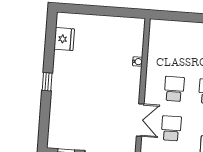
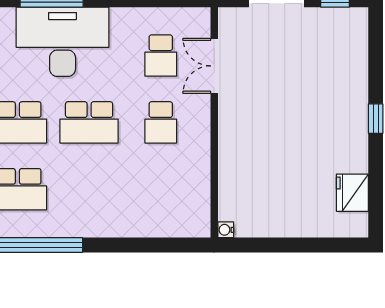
water cooler: (138, 62) -> (226, 230), moved

